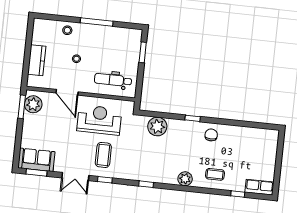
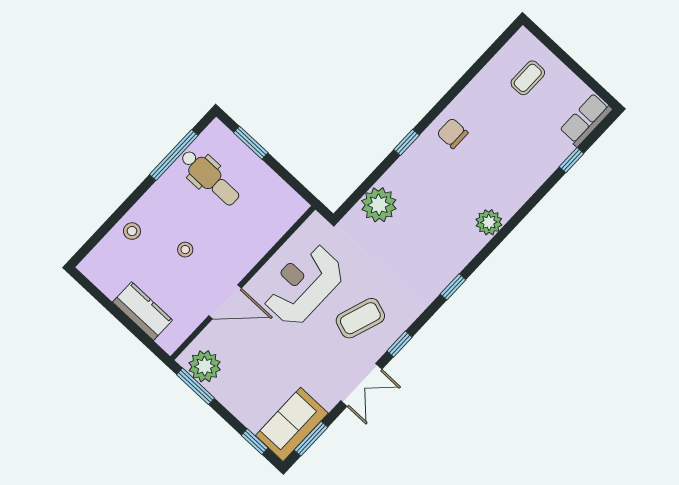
window: (97, 22) -> (174, 155), moved
dental chair: (113, 80) -> (210, 178), moved, turned -90
window: (17, 149) -> (255, 442), added
coffee table: (103, 155) -> (360, 318), turned -71
coffee table: (215, 174) -> (528, 78), moved

